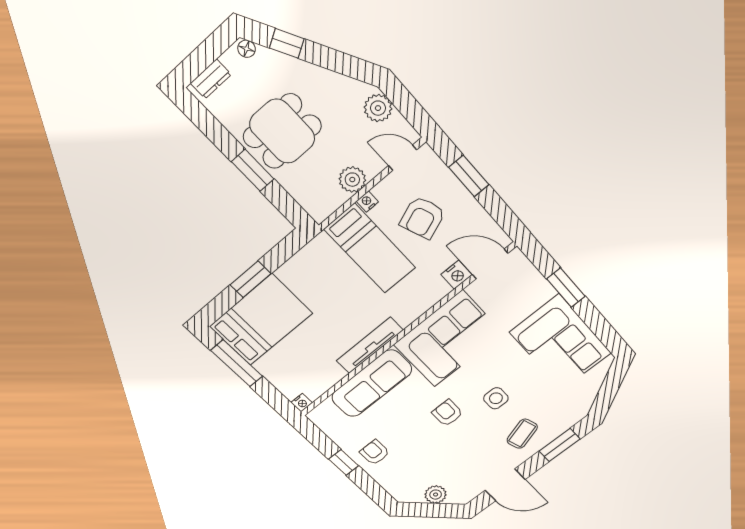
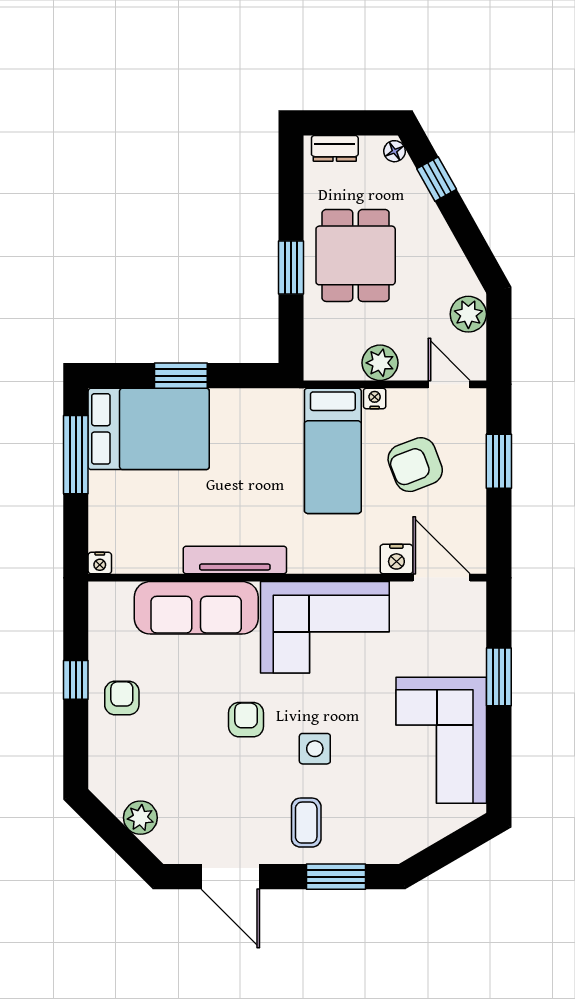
dining table: (282, 131) -> (356, 255), turned 90
coffee table: (522, 434) -> (306, 823), turned -72

